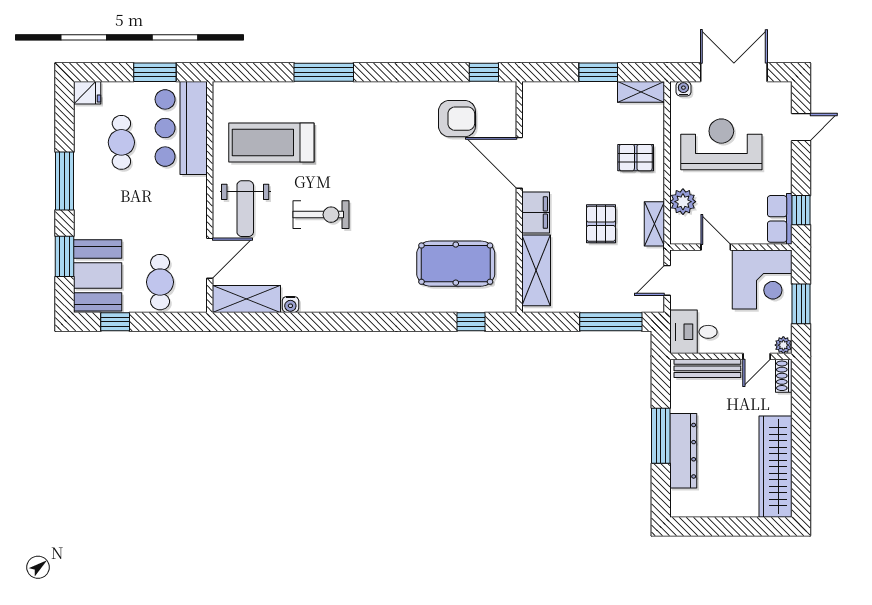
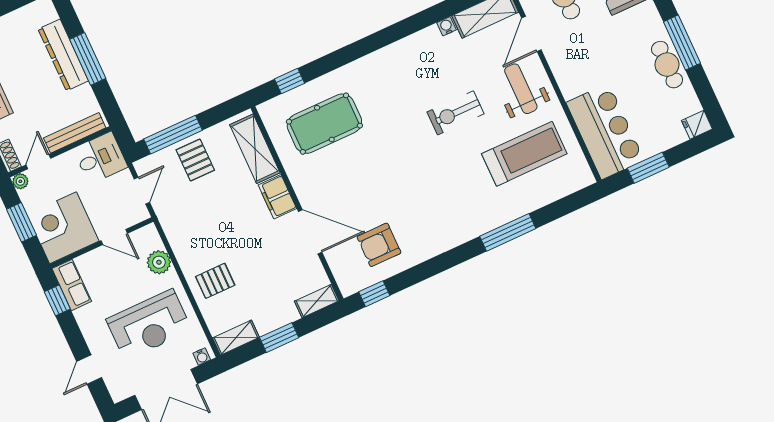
cafe table: (121, 142) -> (667, 65), moved
pallet: (601, 224) -> (195, 160), moved
shelving: (654, 224) -> (317, 301), moved, turned 90

